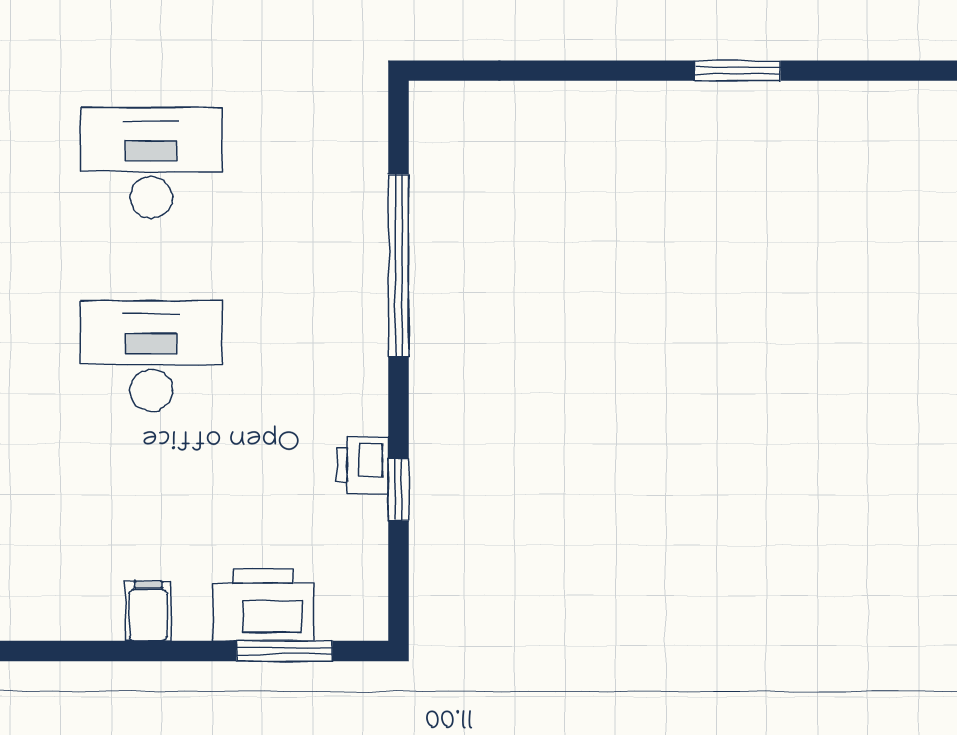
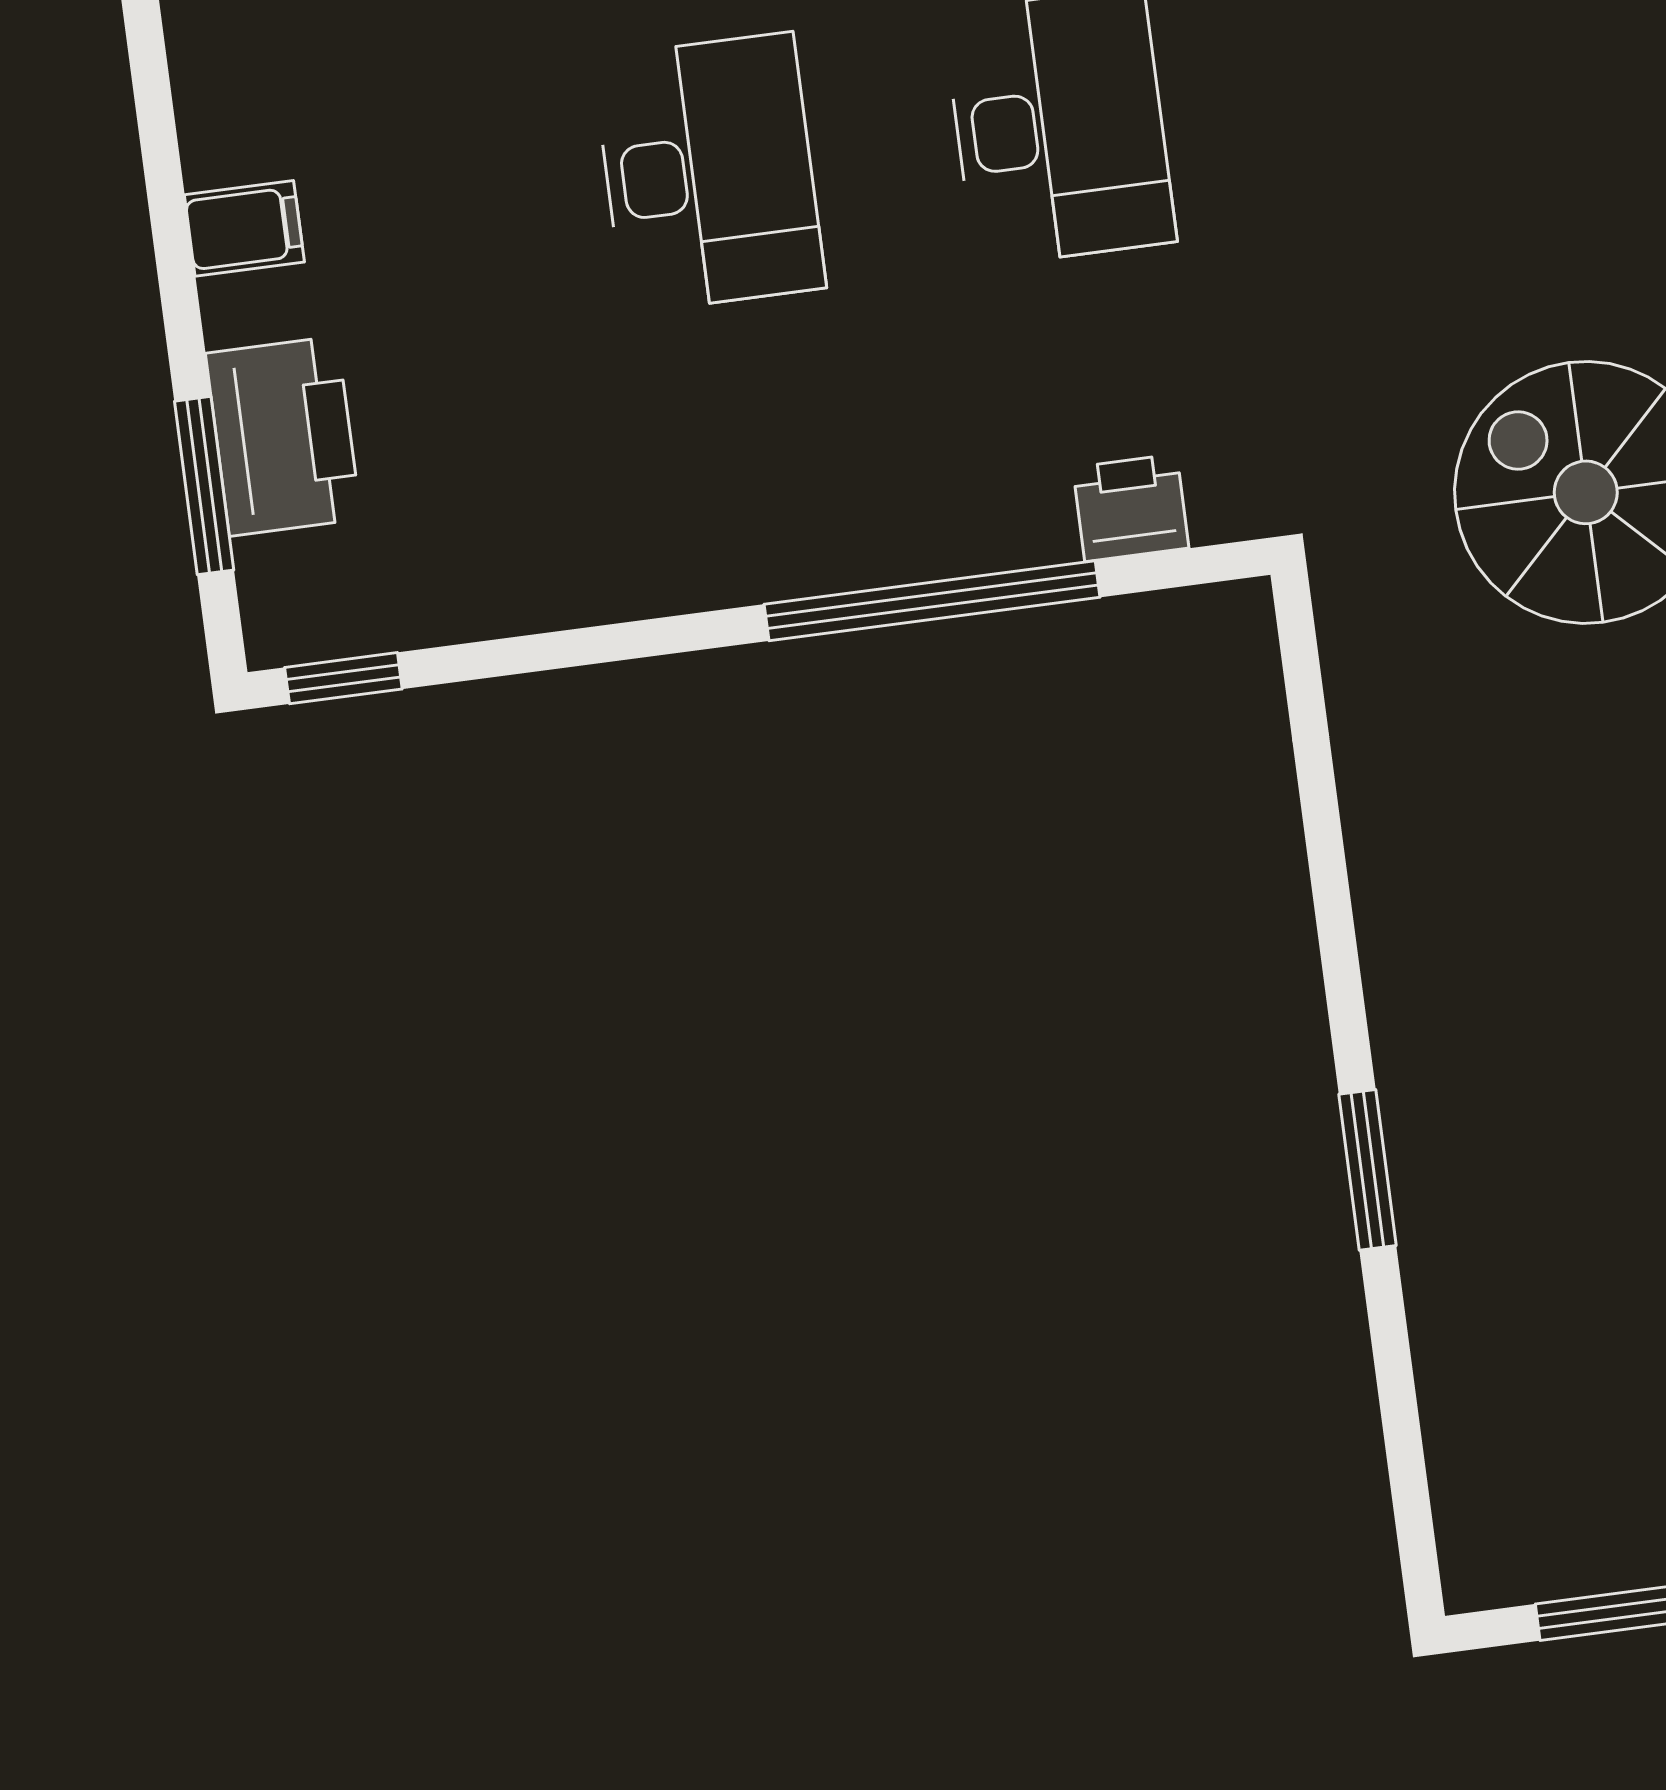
printer: (362, 465) -> (1131, 508), moved
window: (398, 490) -> (343, 678), moved

